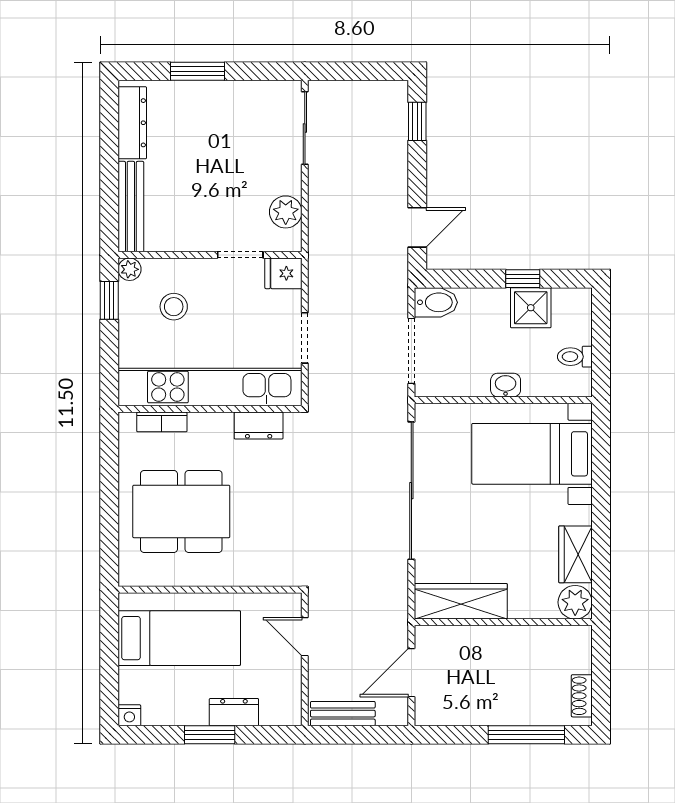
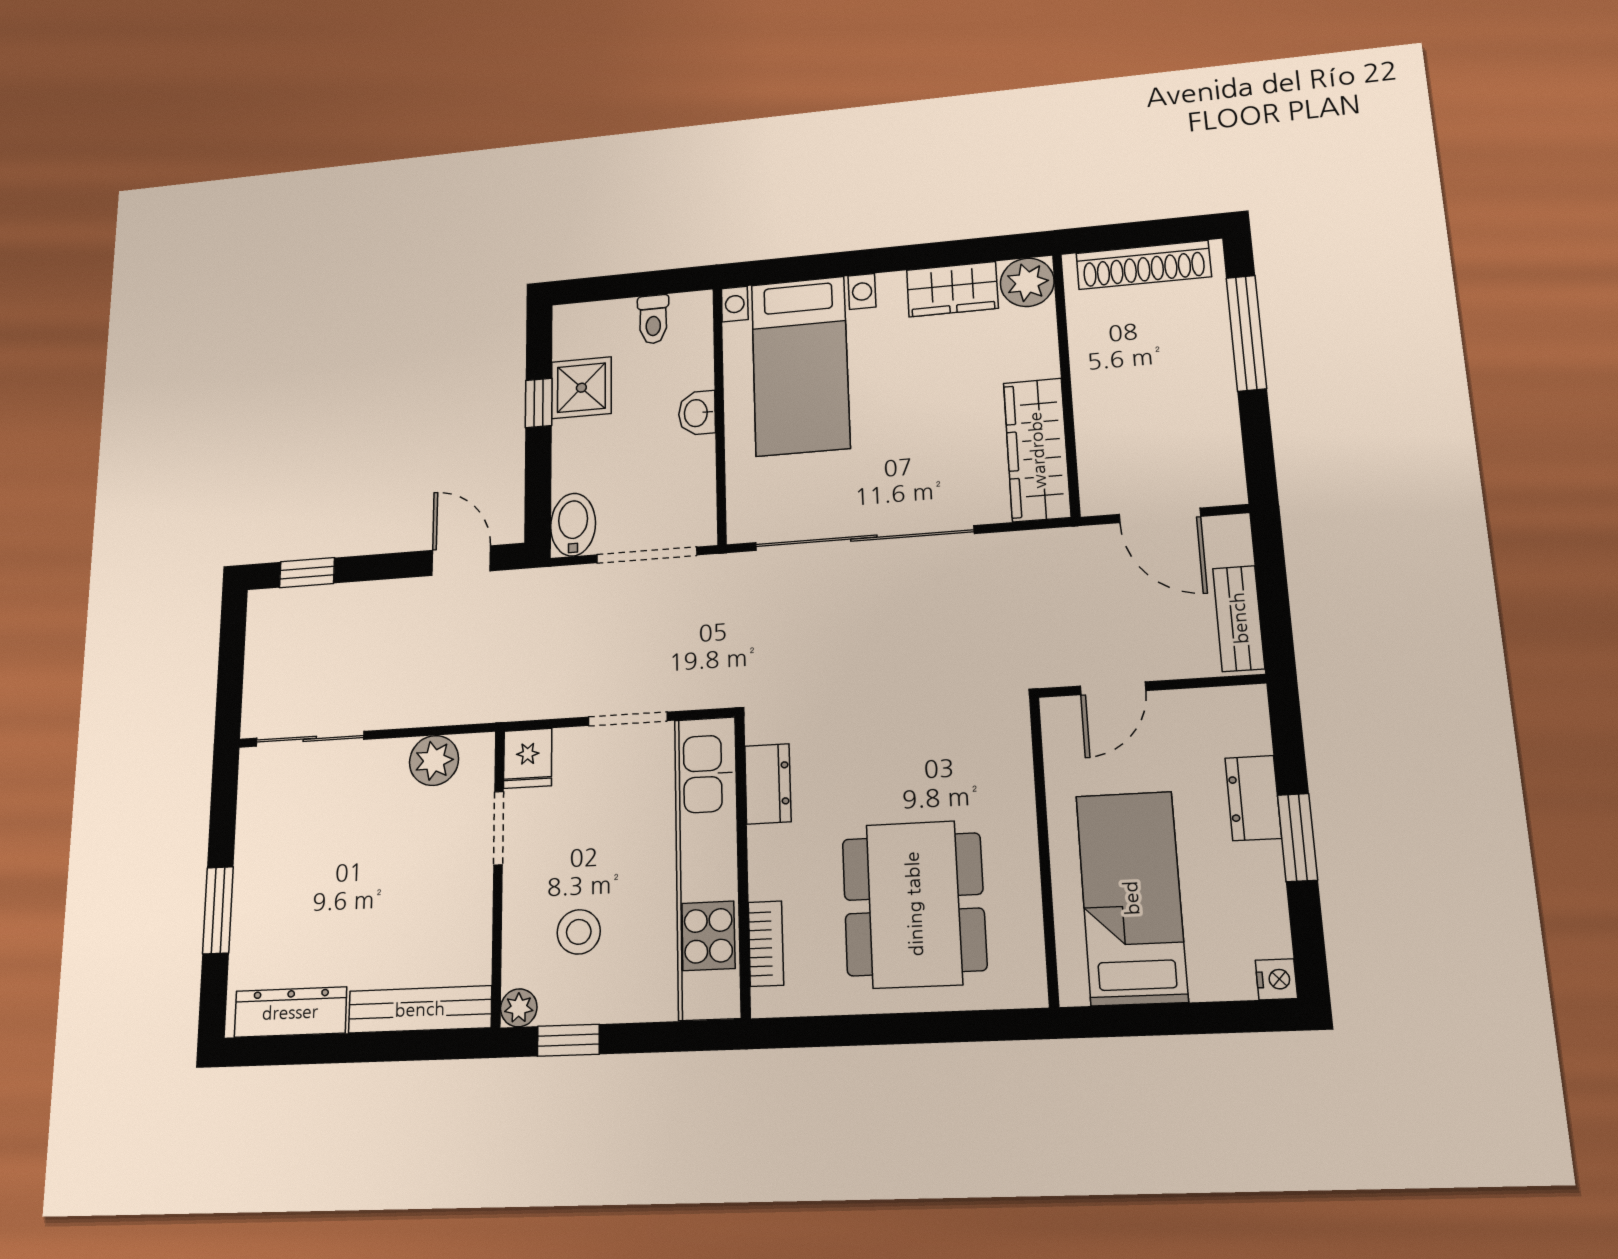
shoe rack: (582, 696) -> (1143, 265), width x1.94, depth x1.24

